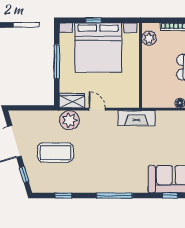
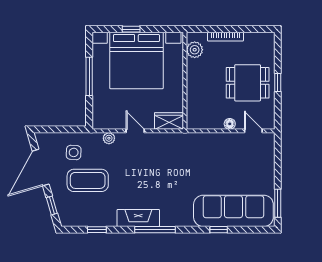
wardrobe: (72, 101) -> (169, 121), moved
fireplace: (136, 118) -> (138, 218), moved, turned 180
plant: (69, 120) -> (109, 138), width x0.53, depth x0.53
side table: (43, 128) -> (74, 152), added

